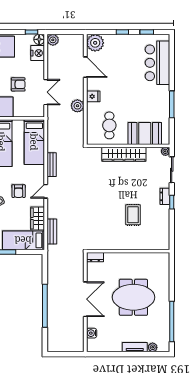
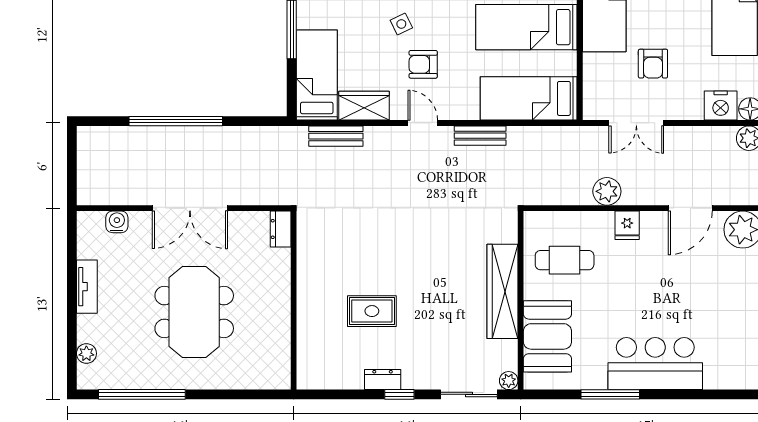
bar counter: (157, 63) -> (655, 364), moved
dresser: (165, 196) -> (383, 380), moved
tv unit: (135, 347) -> (87, 287), moved

